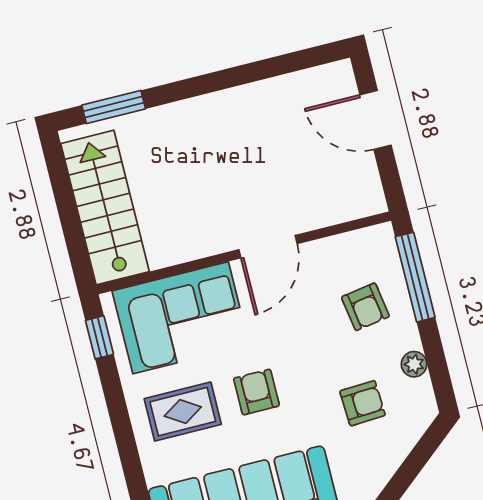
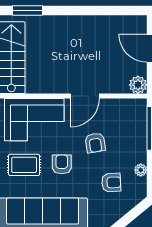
plant: (367, 198) -> (138, 85), added
armchair: (365, 307) -> (95, 143), moved

